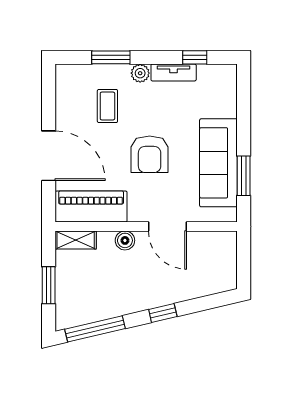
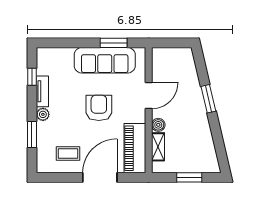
coffee table: (107, 106) -> (68, 154), moved
armchair: (150, 154) -> (99, 108), turned -90
shelving: (76, 240) -> (158, 147), moved
window: (163, 313) -> (208, 99), width x1.50
window: (95, 329) -> (219, 145), removed

